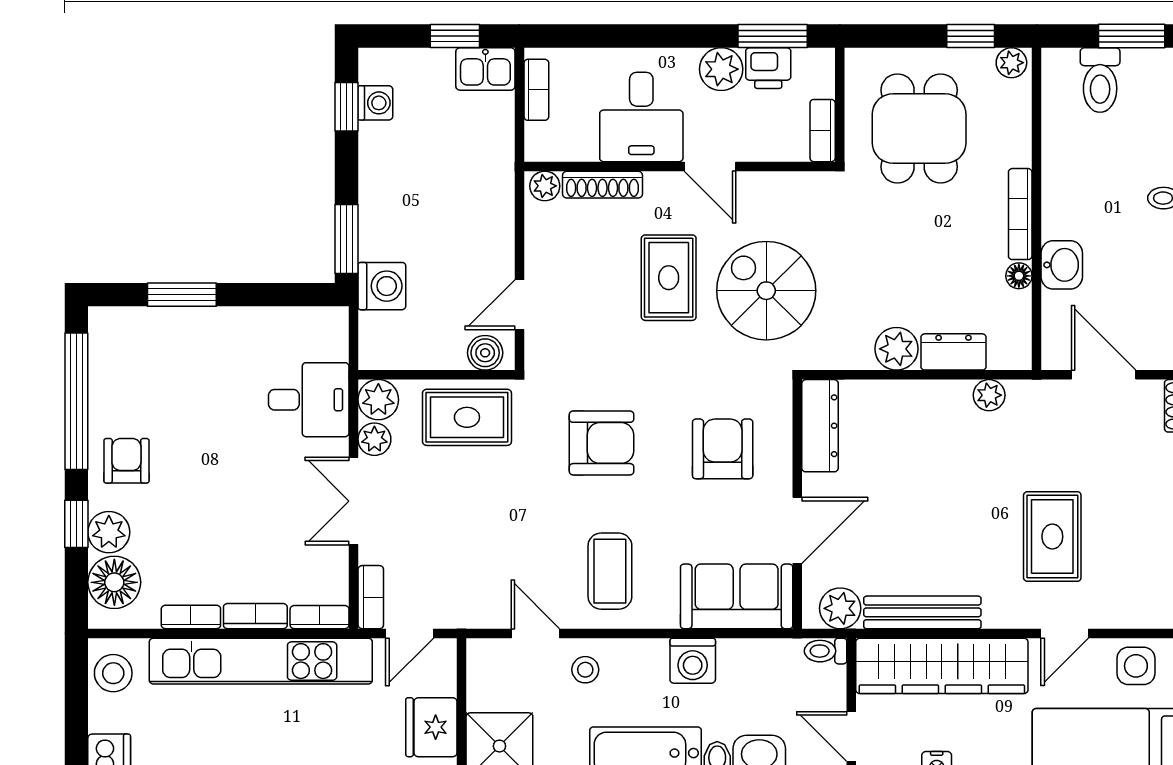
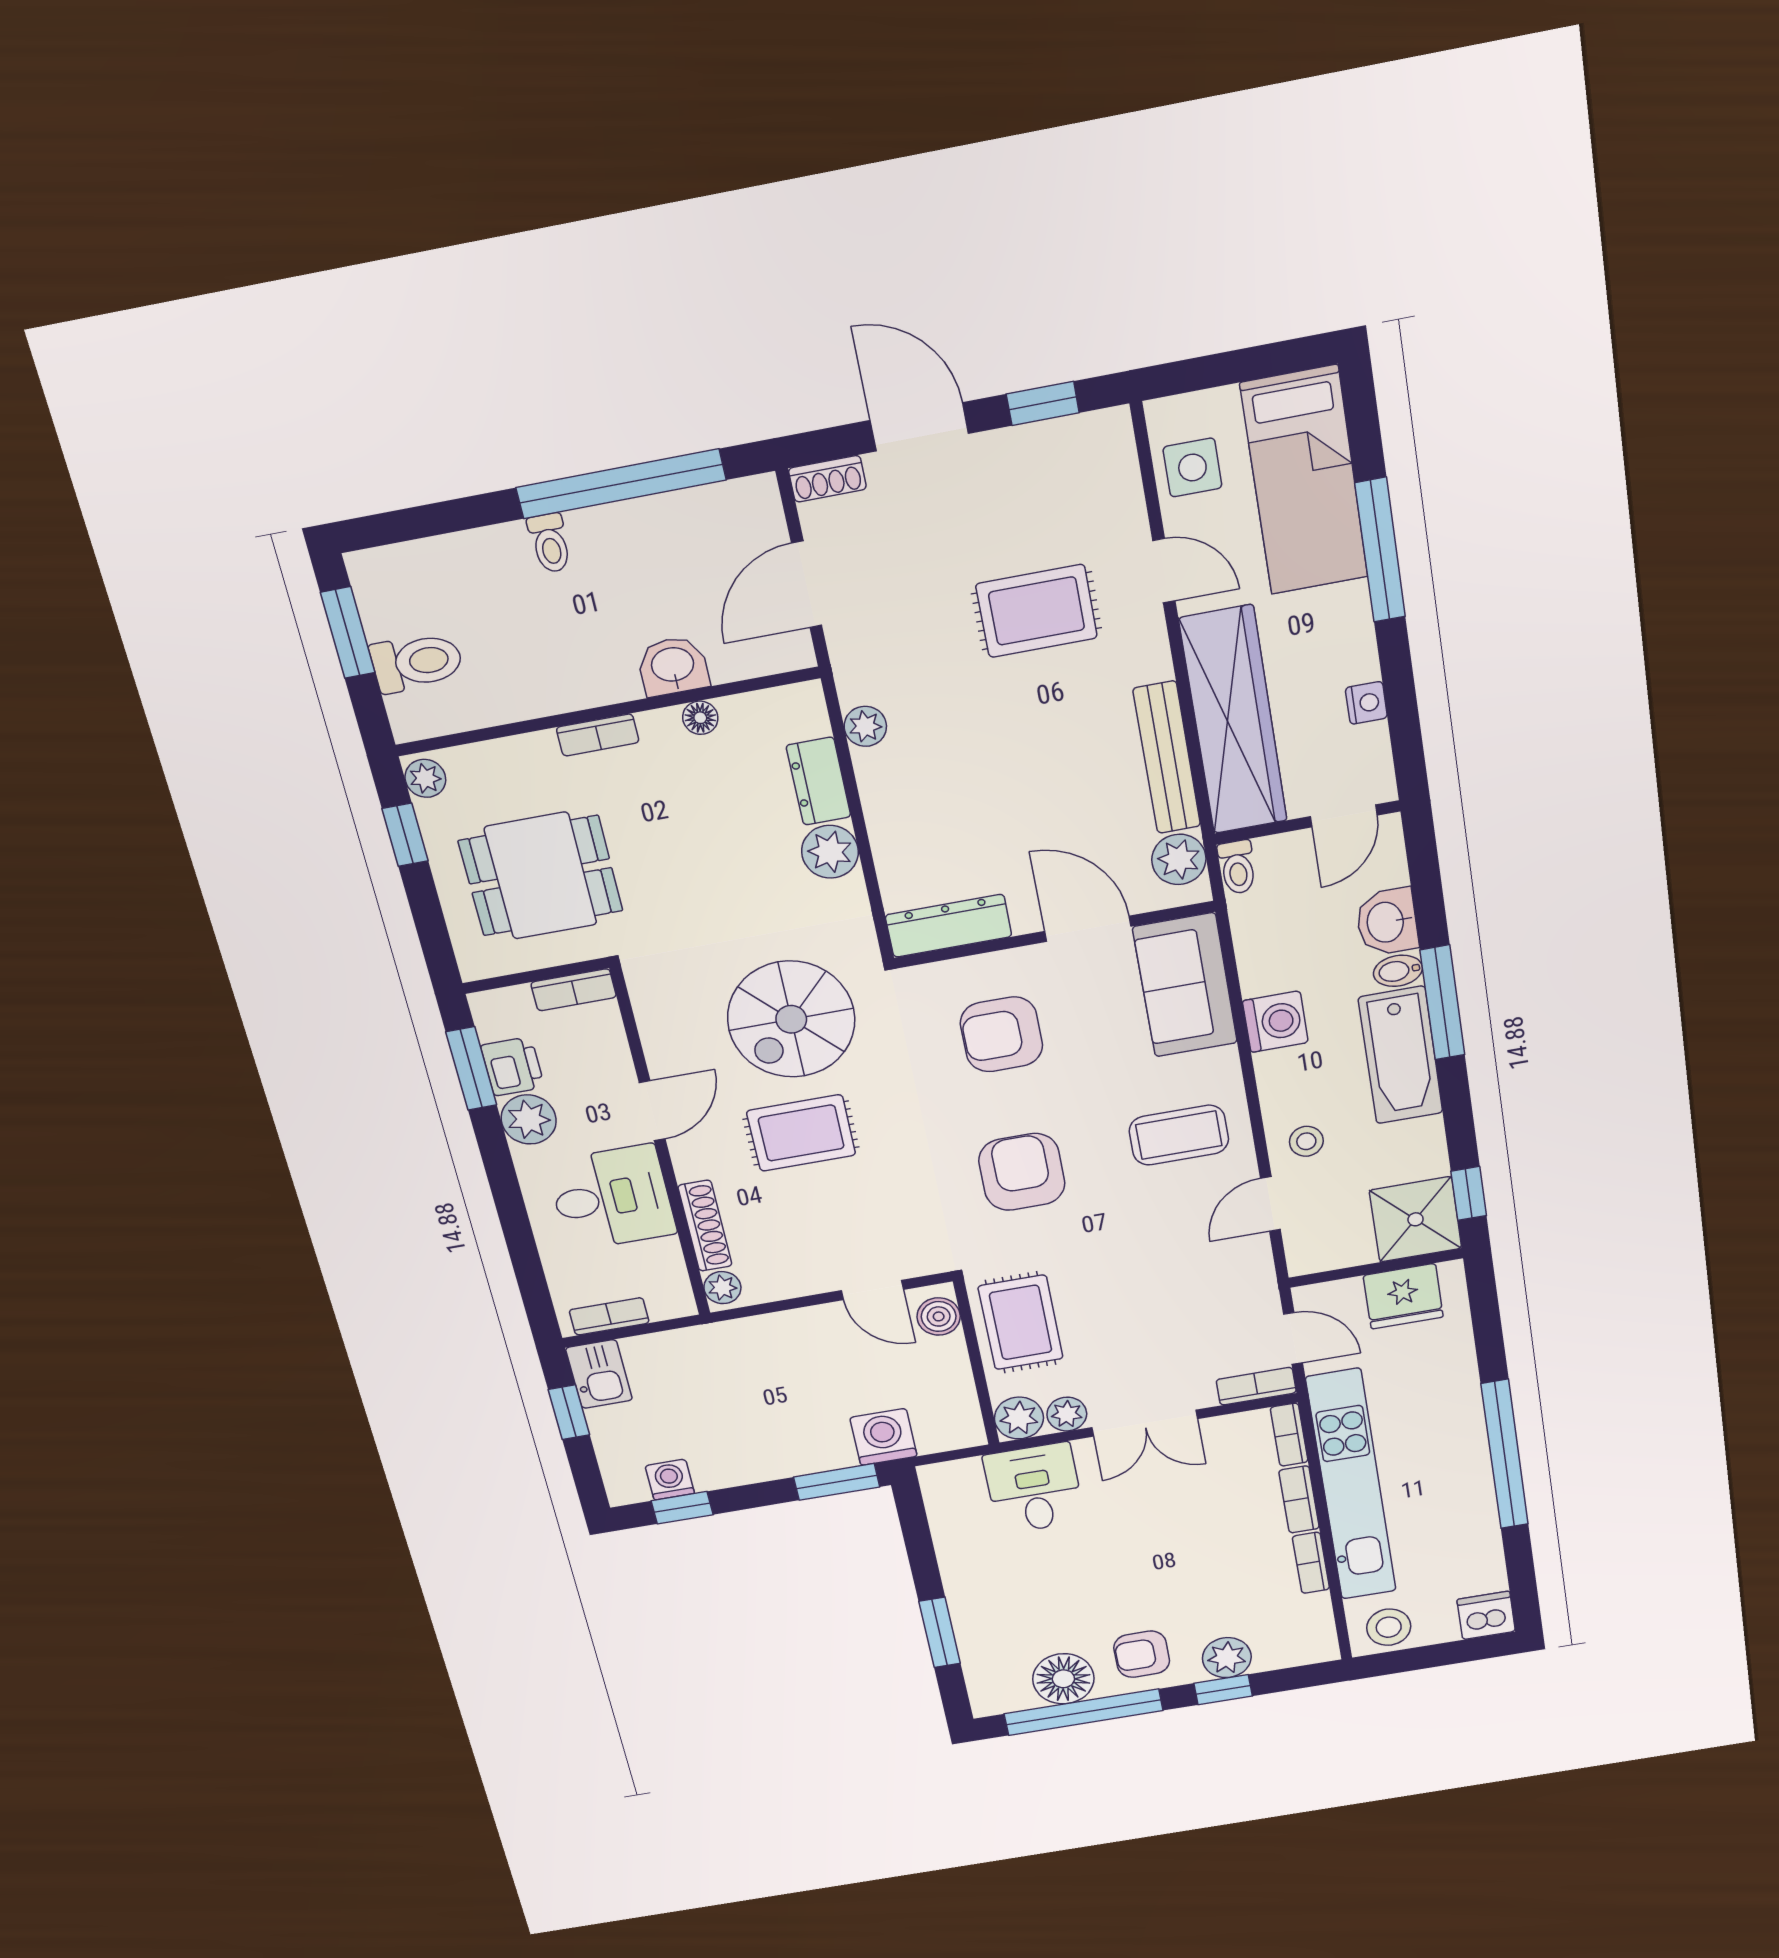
bookcase: (1020, 214) -> (598, 735), width x0.64
floor lamp: (114, 582) -> (1063, 1679), moved

